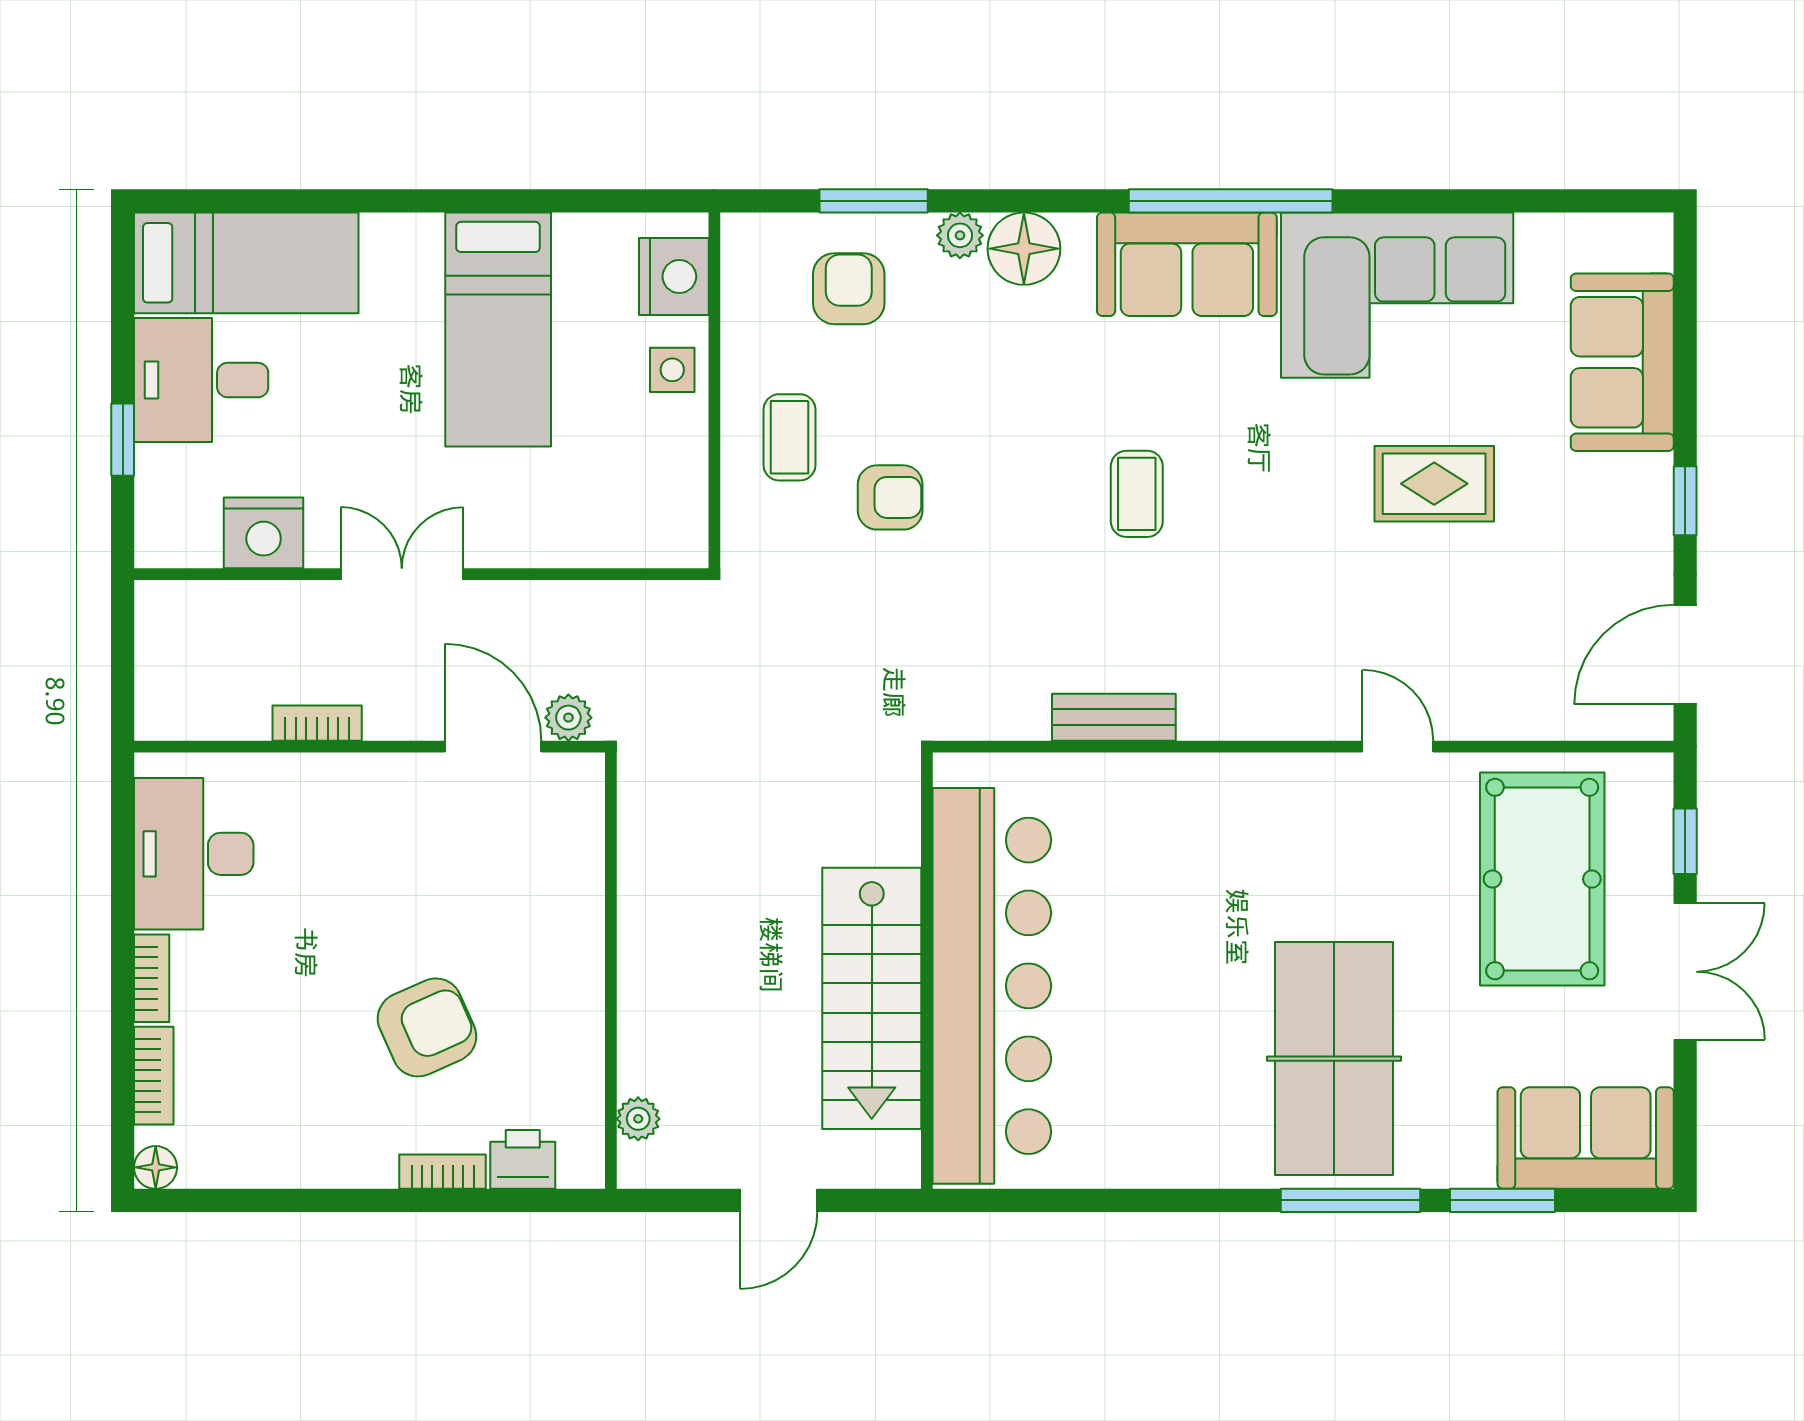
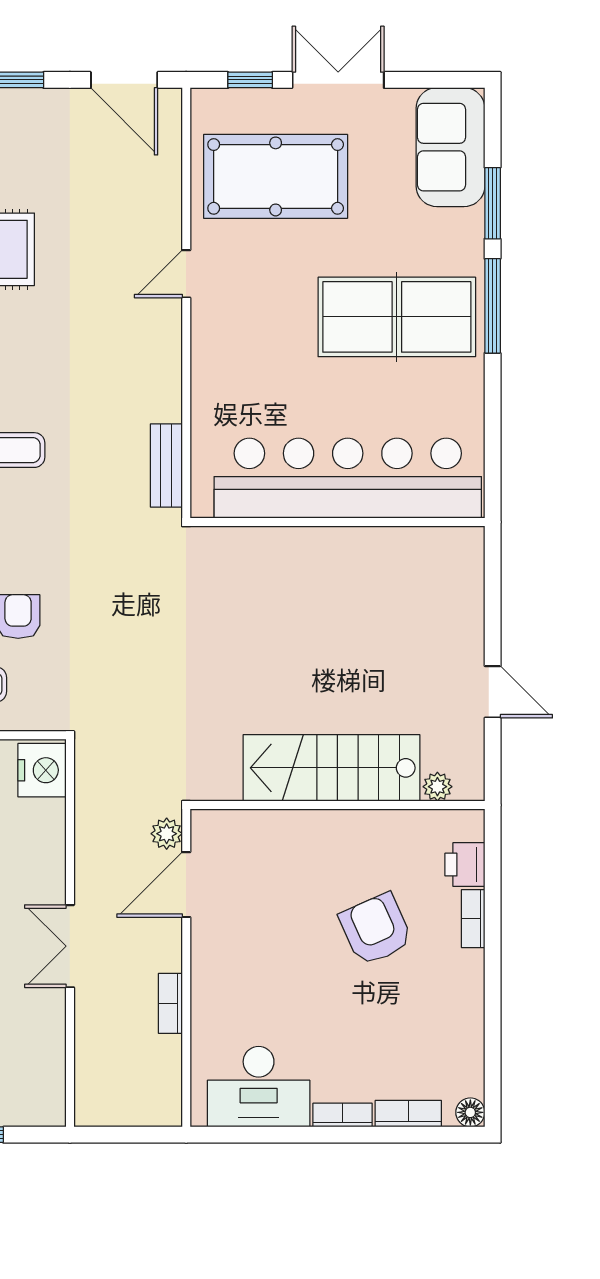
nightstand: (264, 533) -> (42, 770), moved
wall: (927, 971) -> (337, 522), moved
bar counter: (992, 986) -> (348, 478), moved
stairs: (872, 998) -> (332, 768), moved, turned 180

